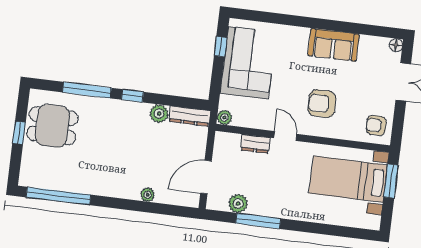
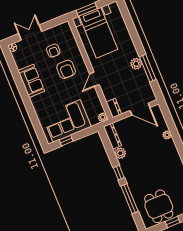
armchair: (376, 125) -> (53, 51), moved
dresser: (256, 144) -> (114, 108), moved
plant: (238, 204) -> (136, 64), moved

